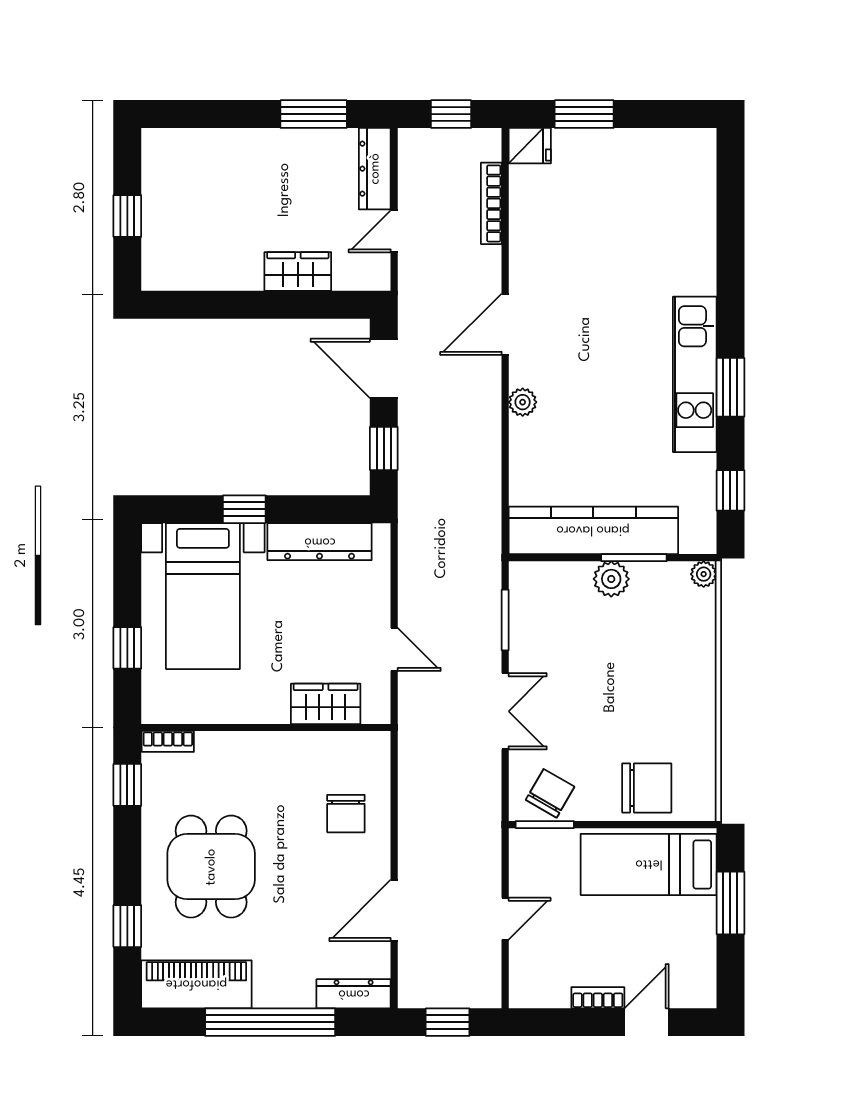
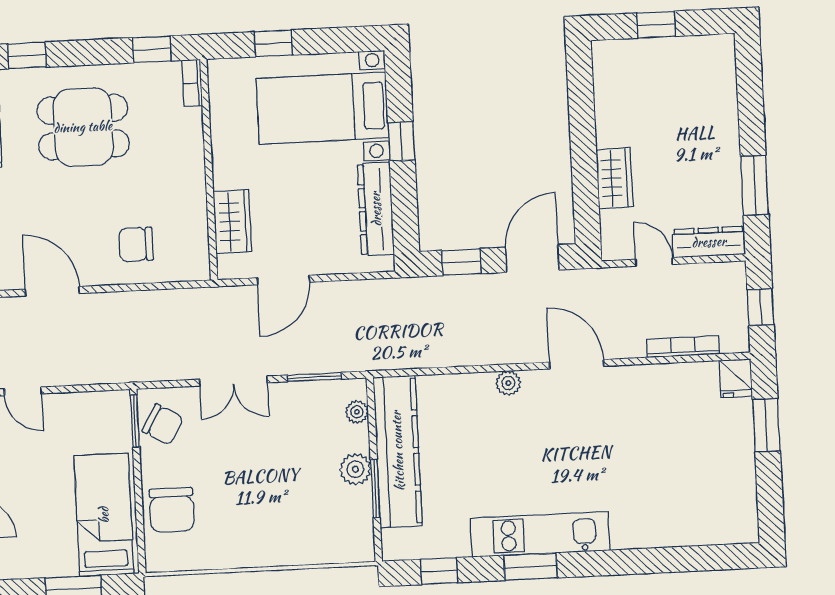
plant: (704, 574) -> (357, 412), moved
door: (394, 649) -> (284, 280), width x1.38
door: (505, 919) -> (23, 391), moved

